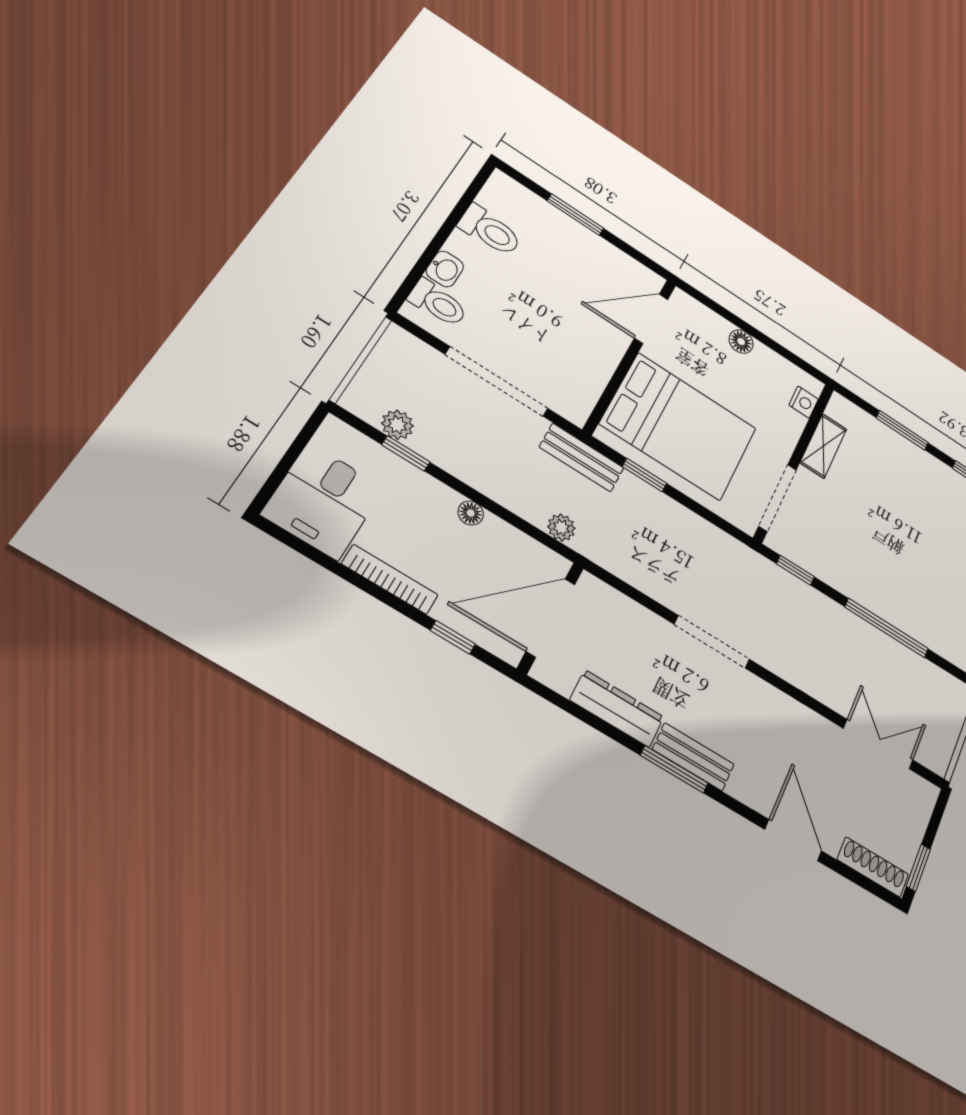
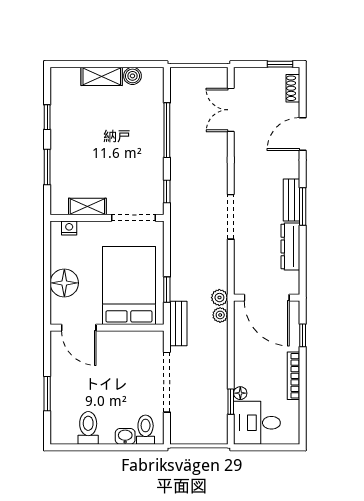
floor lamp: (741, 342) -> (64, 283), width x1.89, depth x1.89
plant: (397, 425) -> (219, 298), moved
desk: (323, 501) -> (257, 423), moved, turned 180
floor lamp: (471, 513) -> (240, 393), moved
shoe rack: (873, 867) -> (293, 88), width x0.70

